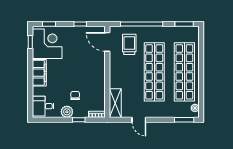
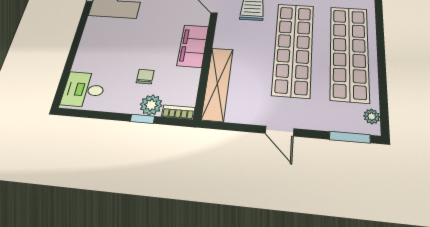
filing cabinet: (39, 73) -> (193, 46), moved, turned 180
shelving: (115, 103) -> (218, 84), width x1.47
plant: (67, 112) -> (151, 105), moved
door: (139, 120) -> (279, 131), moved

